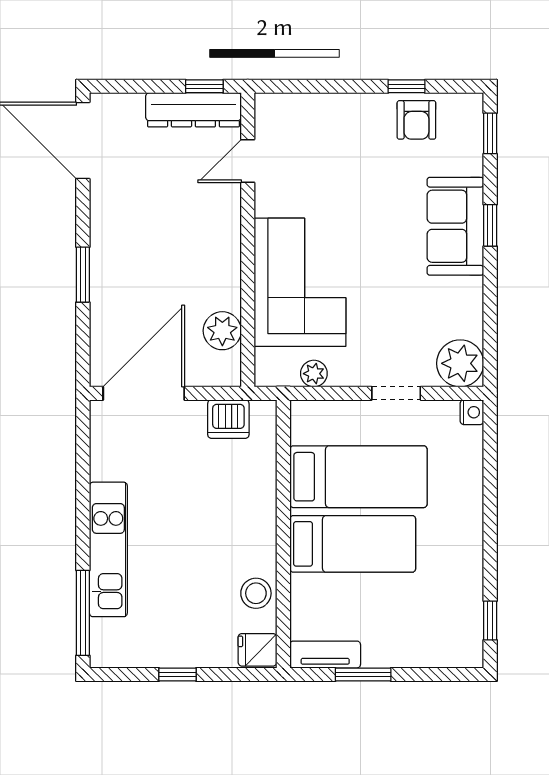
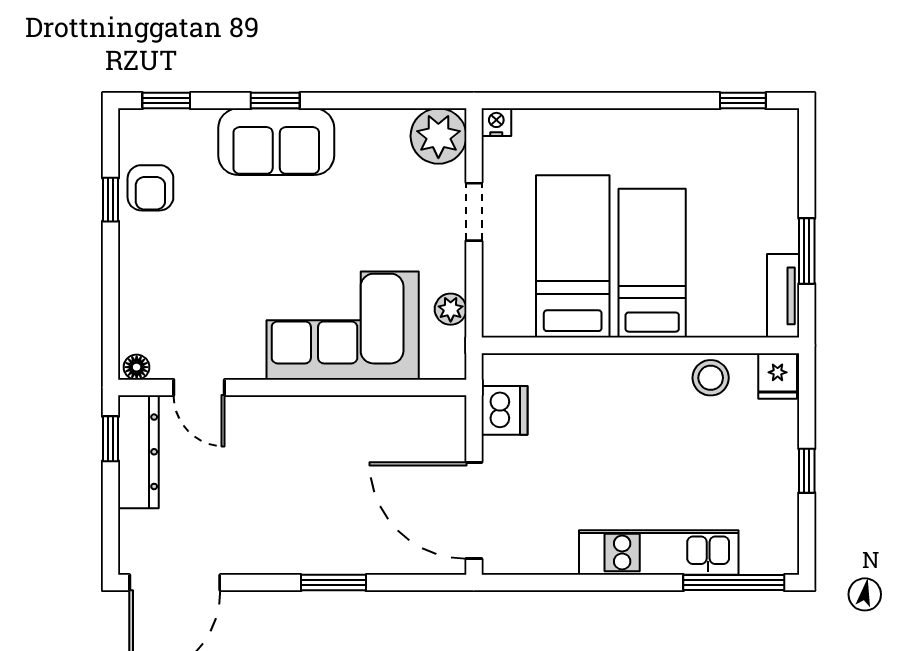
floor lamp: (265, 108) -> (137, 367), added
armchair: (416, 120) -> (150, 188), turned 90
plant: (222, 331) -> (400, 418), removed

